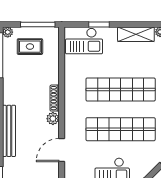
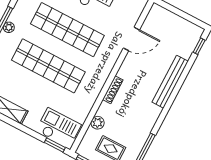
window: (99, 24) -> (55, 145), moved
plant: (53, 119) -> (98, 123), moved

